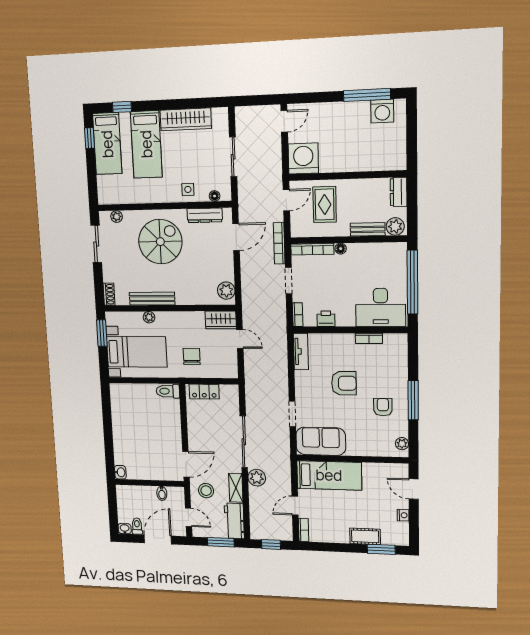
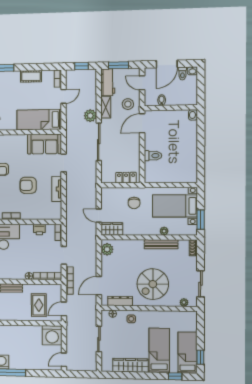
tv unit: (301, 351) -> (57, 189), moved
toilet: (168, 391) -> (153, 156), moved
cot: (365, 536) -> (31, 76), moved

